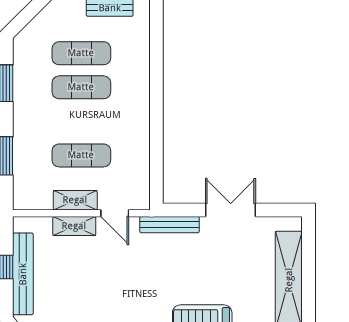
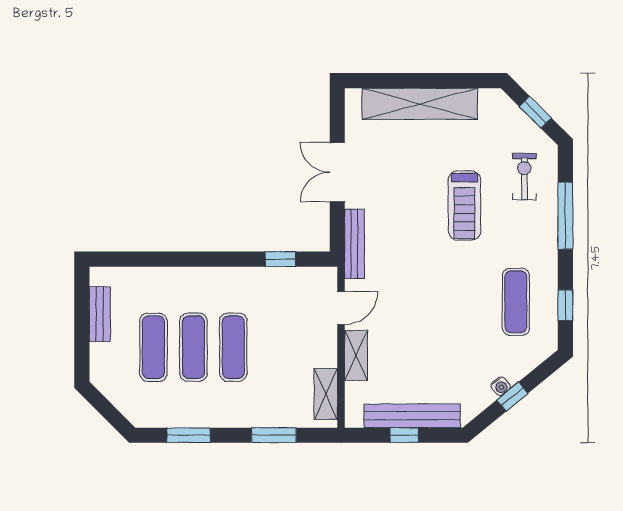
exercise mat: (81, 155) -> (233, 347), moved
window: (156, 162) -> (280, 259), added
shelving: (75, 200) -> (326, 394), moved

